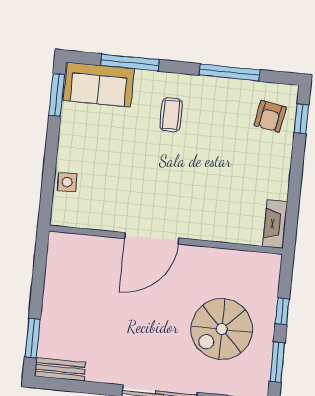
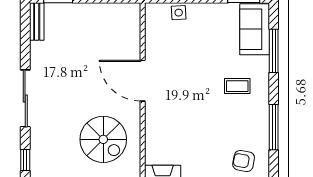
spiral stairs: (222, 329) -> (103, 139), moved, turned 180

